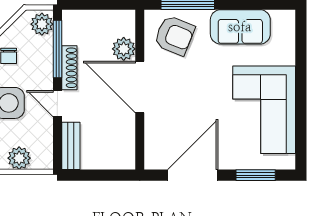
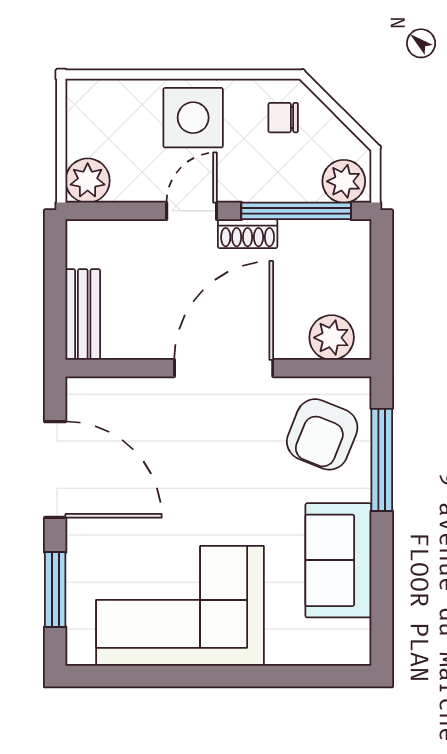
plant: (124, 49) -> (332, 338), moved
shoe rack: (69, 68) -> (248, 234), width x0.70
bench: (71, 146) -> (83, 314), moved, turned 90
plant: (19, 158) -> (88, 181), moved

